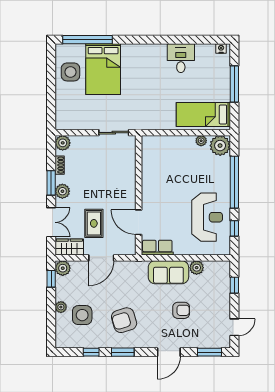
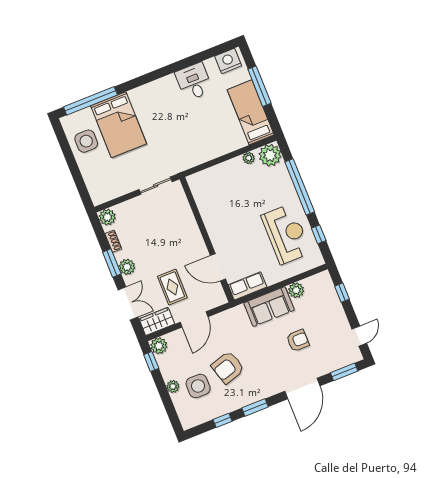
nightstand: (221, 49) -> (228, 61), width x1.89, depth x1.79
bed: (203, 114) -> (251, 112), moved, turned 90
armchair: (124, 320) -> (228, 367), moved
door: (169, 352) -> (302, 389), width x1.36

